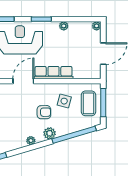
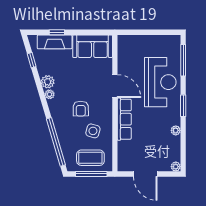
plant: (50, 133) -> (48, 82), moved

